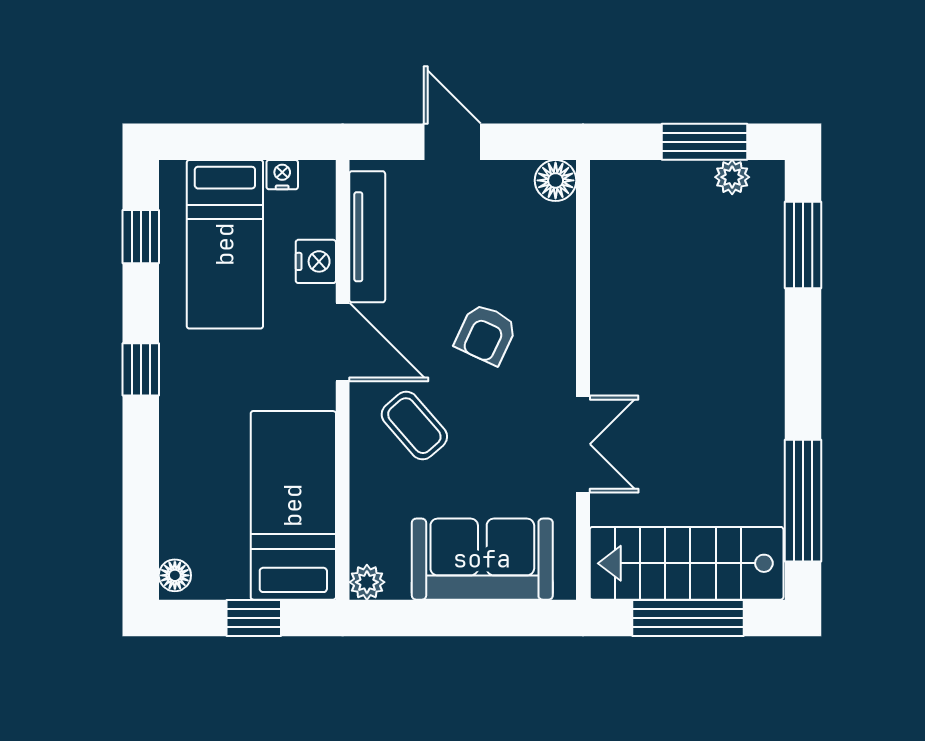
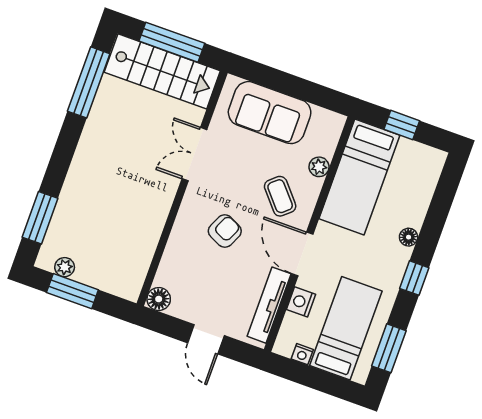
window: (141, 237) -> (389, 348), width x1.50
floor lamp: (175, 575) -> (409, 237), moved
plant: (367, 582) -> (319, 167), moved

